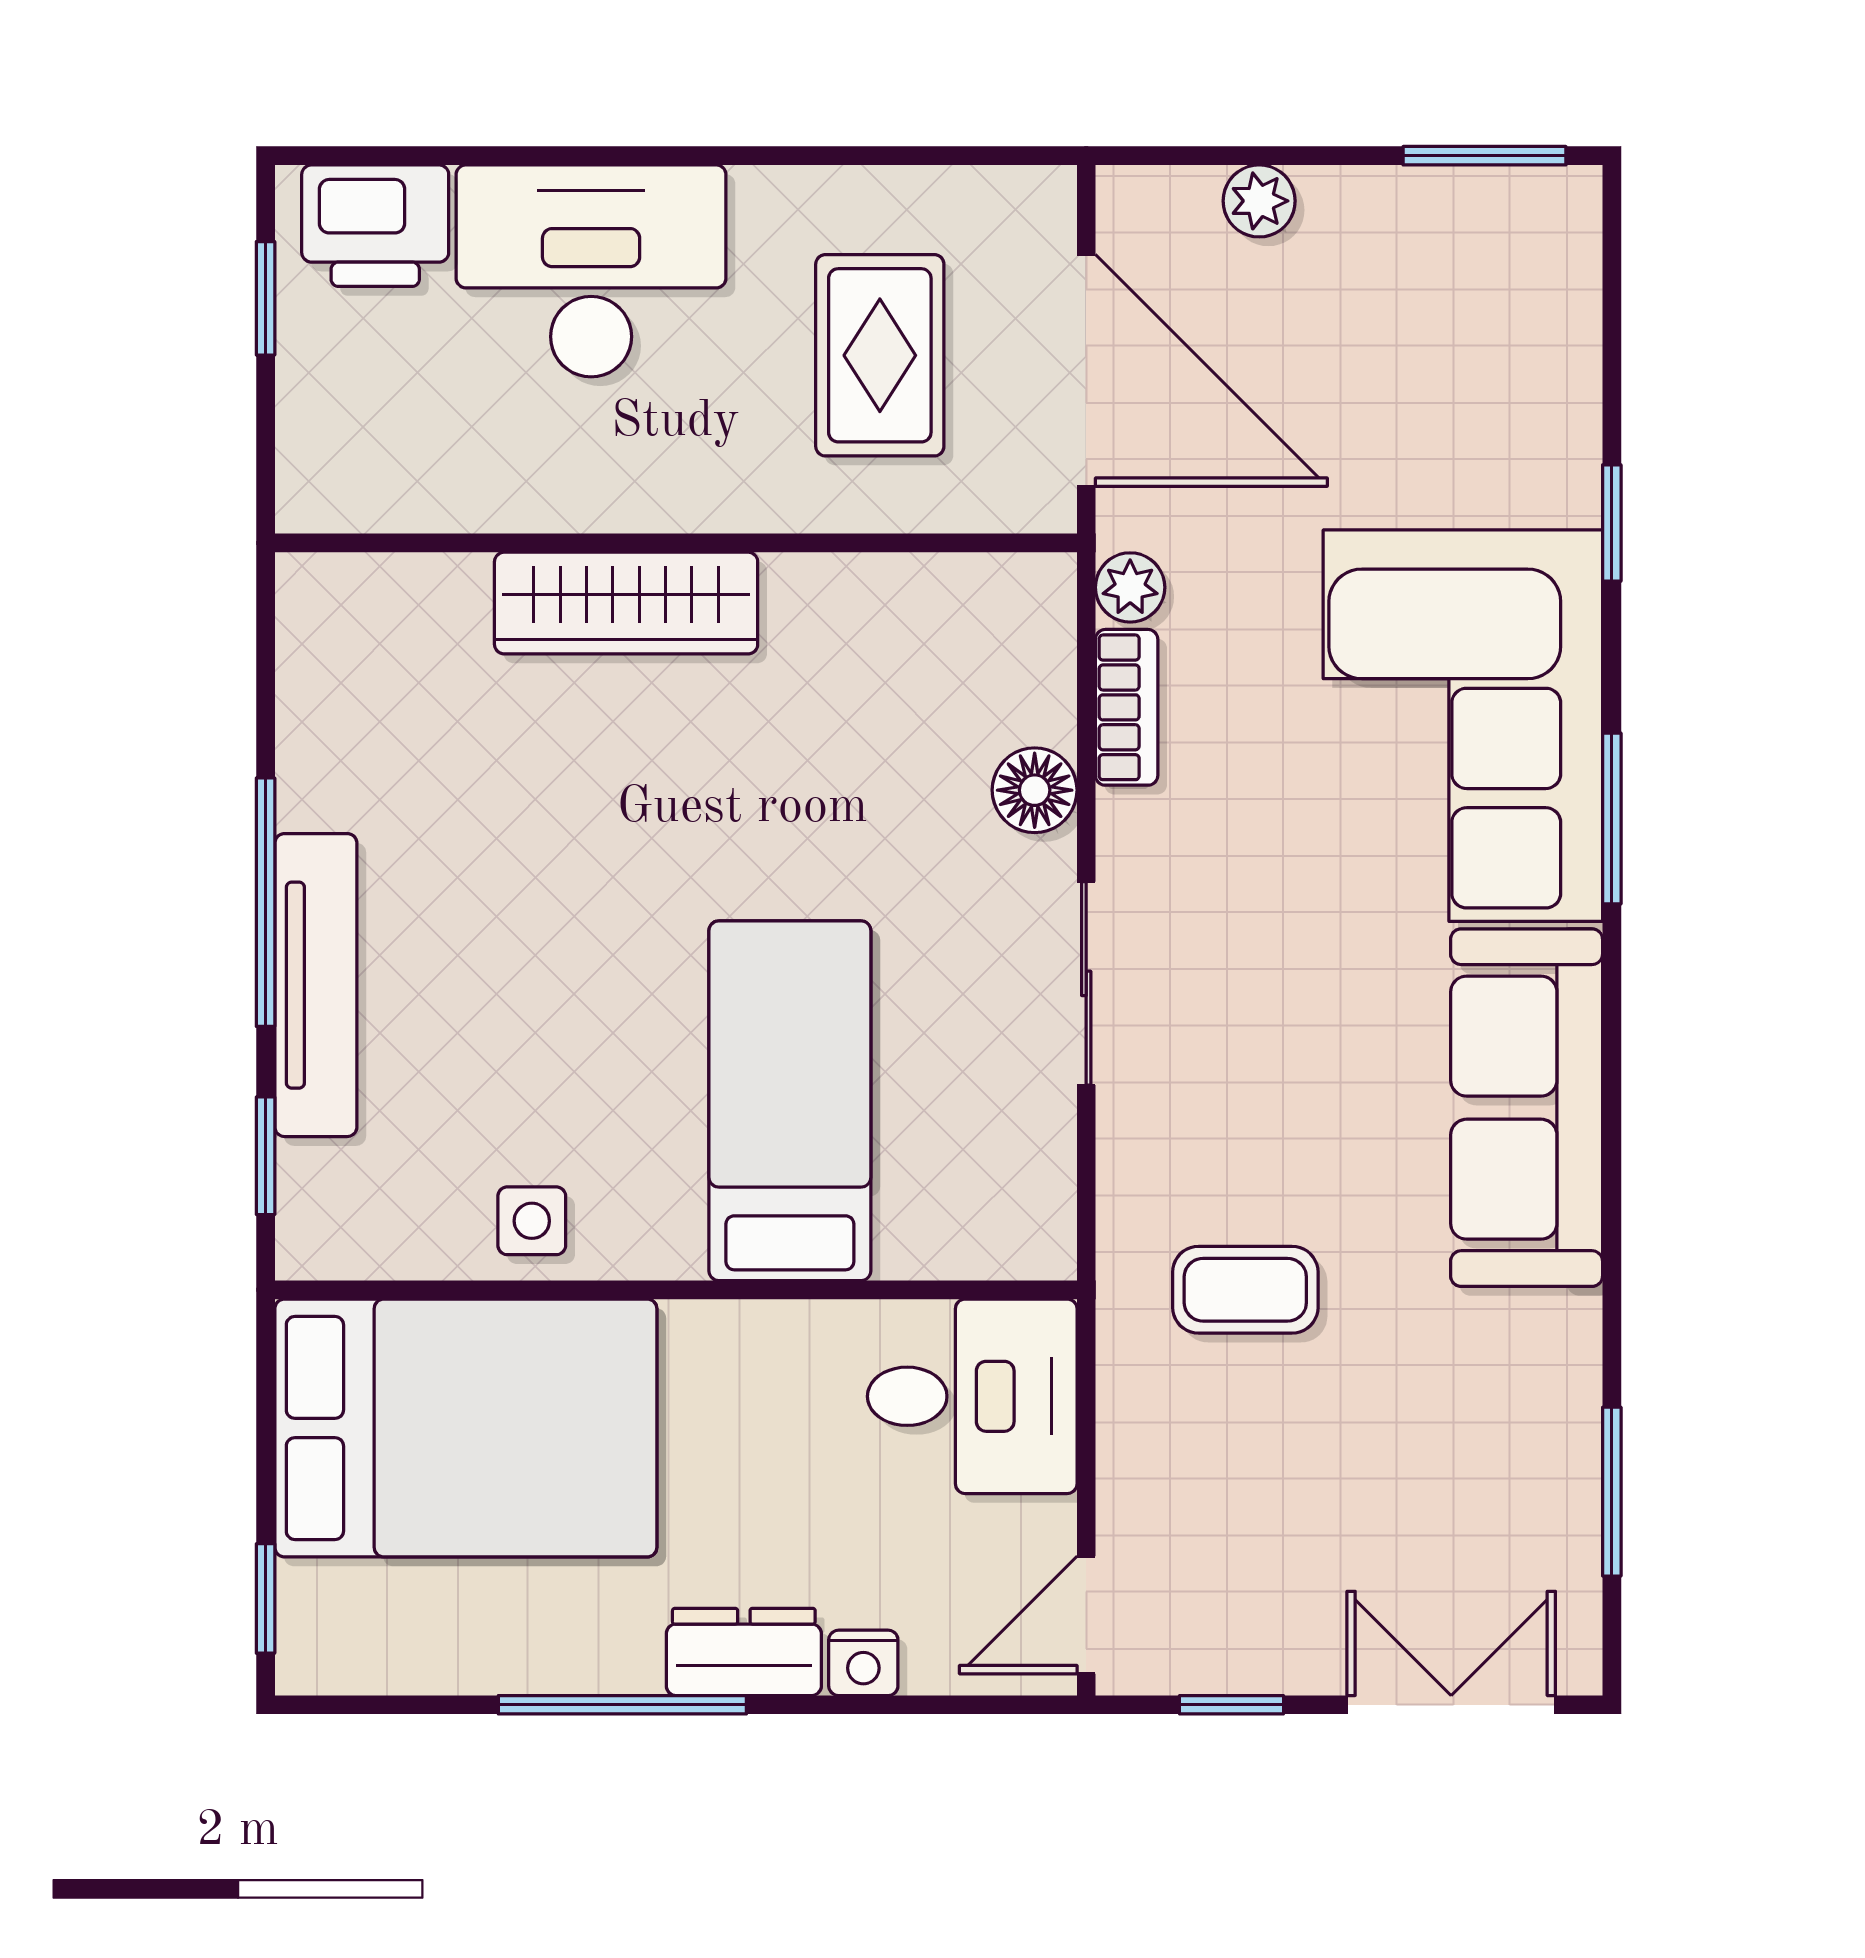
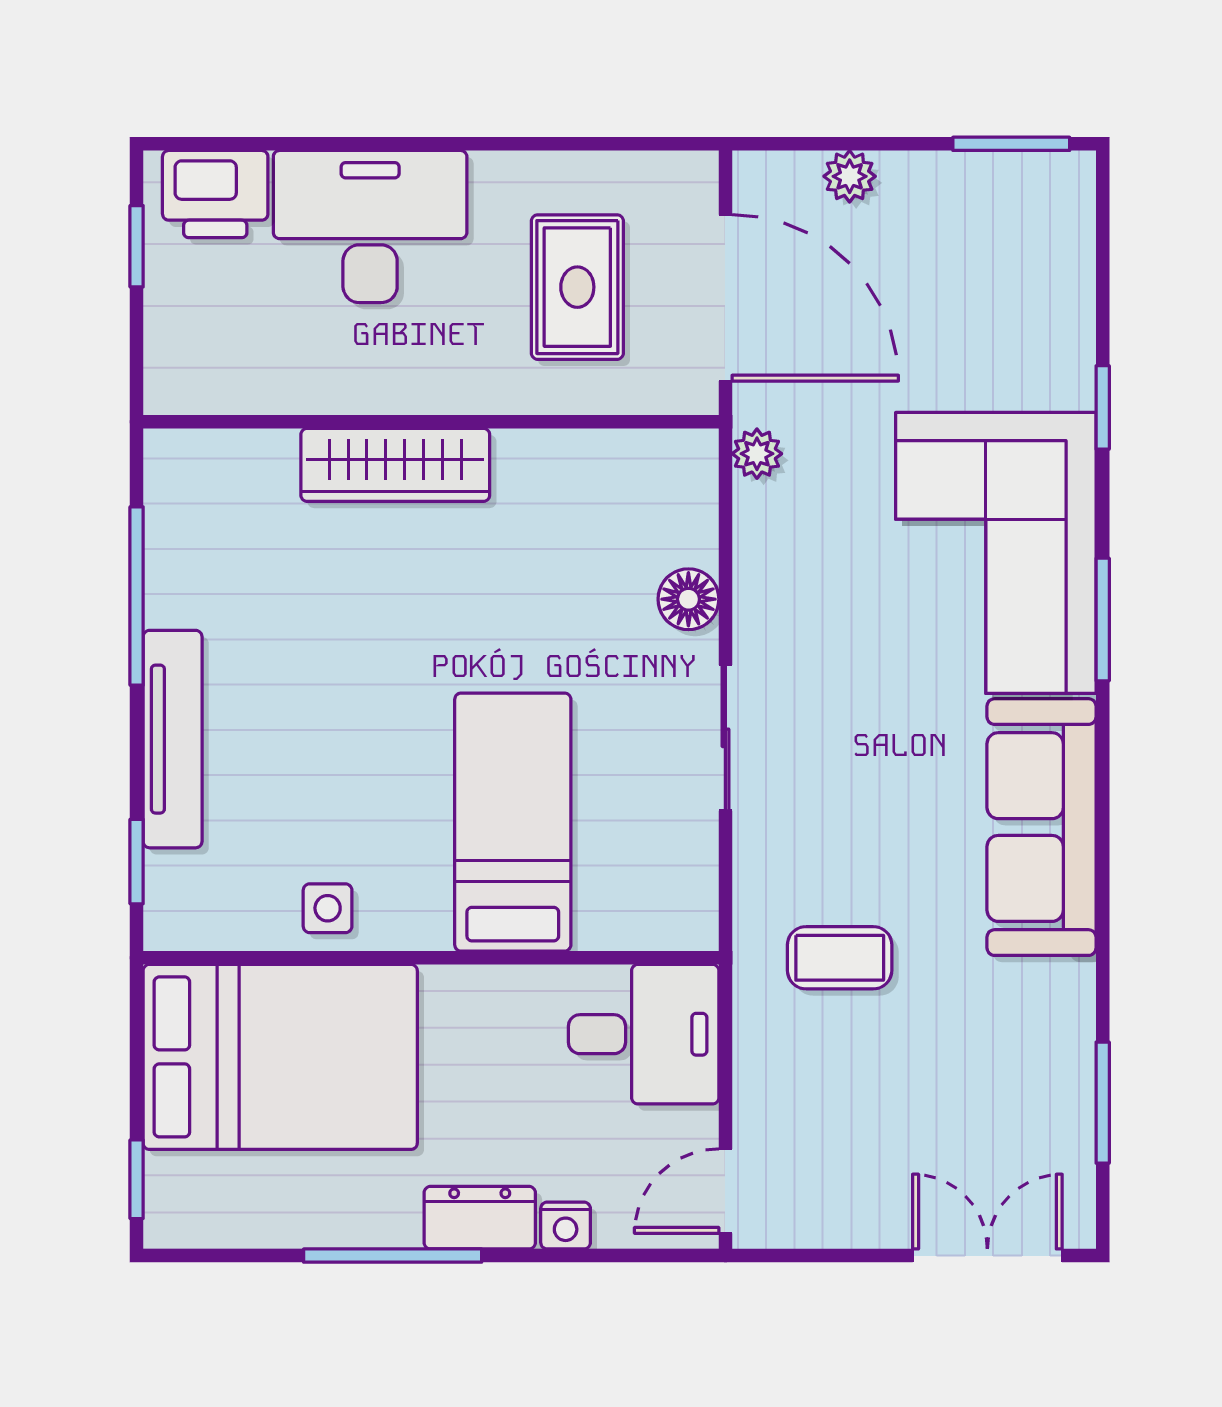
bookcase: (1127, 707) -> (754, 540), removed
window: (266, 902) -> (137, 596), moved
window: (1232, 1705) -> (830, 1256), removed

